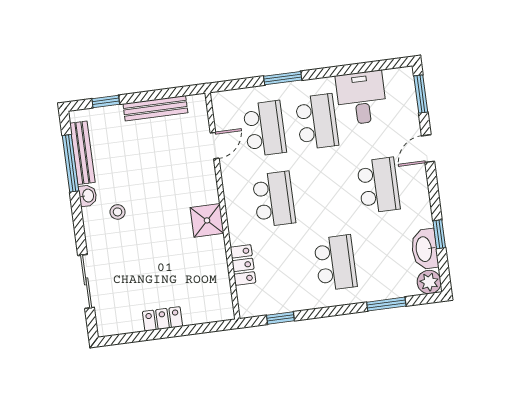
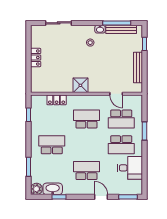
school desk: (378, 185) -> (86, 171), turned 180
school desk: (274, 199) -> (86, 119), turned 180
school desk: (335, 263) -> (52, 145), turned 180

